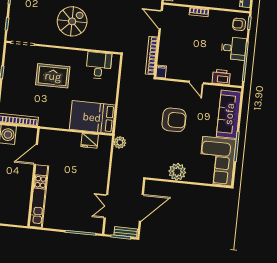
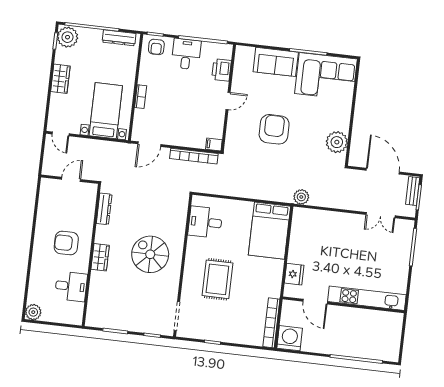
sofa: (229, 114) -> (276, 62), width x0.73
fridge: (90, 141) -> (294, 274), moved
plant: (177, 172) -> (337, 142), moved

